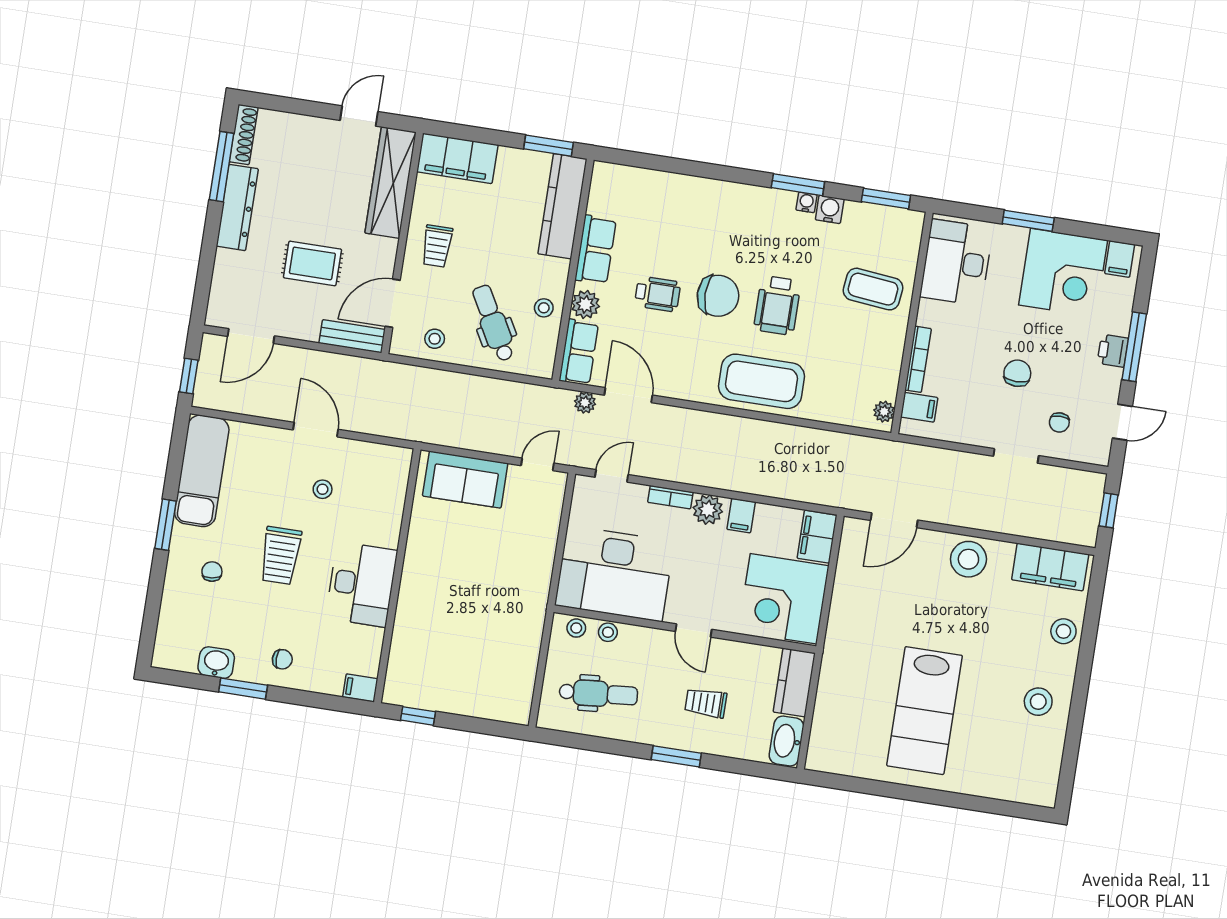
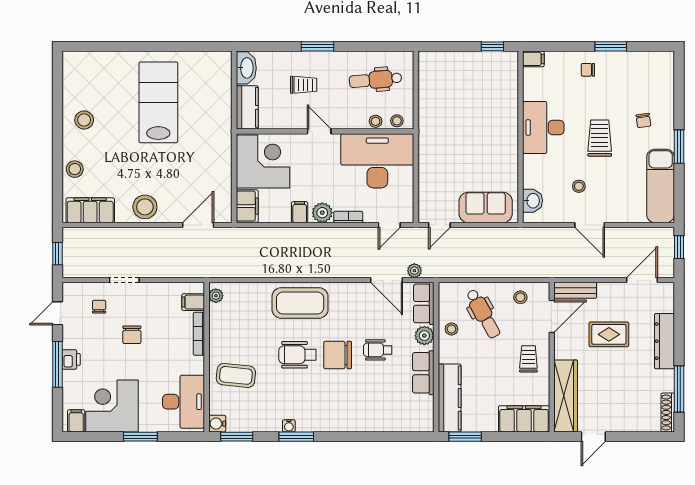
dresser: (237, 207) -> (664, 341), moved
water cooler: (830, 209) -> (217, 424), moved, turned 90
wheelchair: (777, 305) -> (297, 355), turned -90
washbasin: (216, 663) -> (533, 201), moved, turned -90

